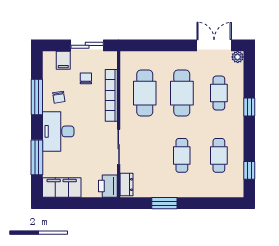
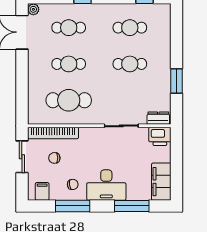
filing cabinet: (63, 60) -> (42, 191), moved, turned -90
cafe table: (182, 93) -> (69, 64), width x0.73, depth x0.74
bookcase: (111, 95) -> (53, 133), moved

